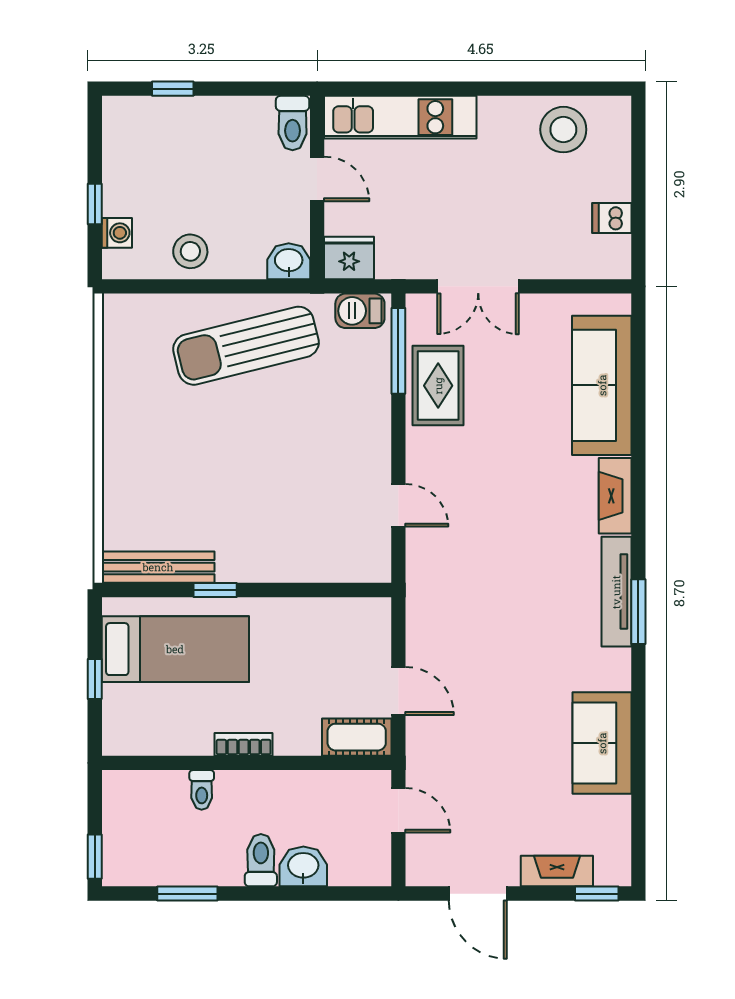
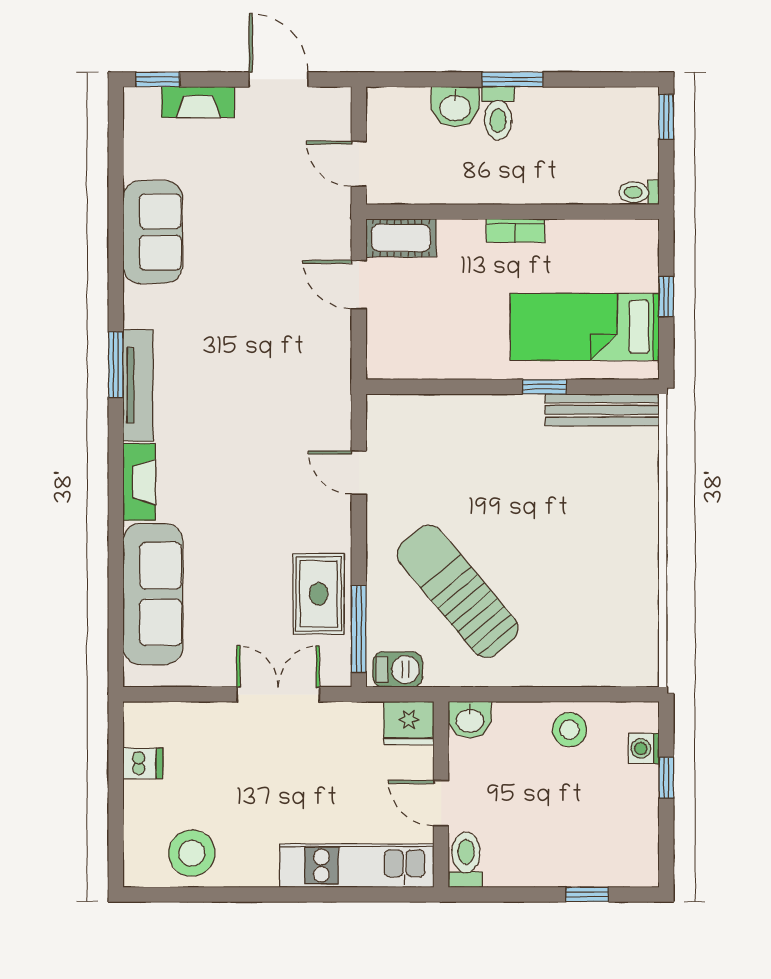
sun lounger: (246, 346) -> (458, 591), moved, turned -116
toilet: (202, 790) -> (639, 192), moved, turned -90
window: (187, 894) -> (513, 79), moved

